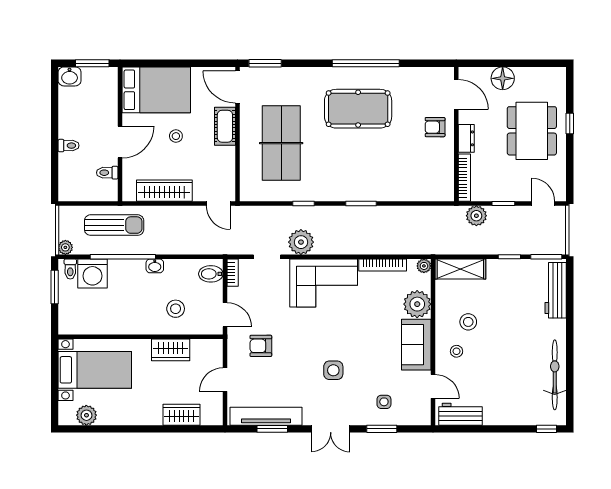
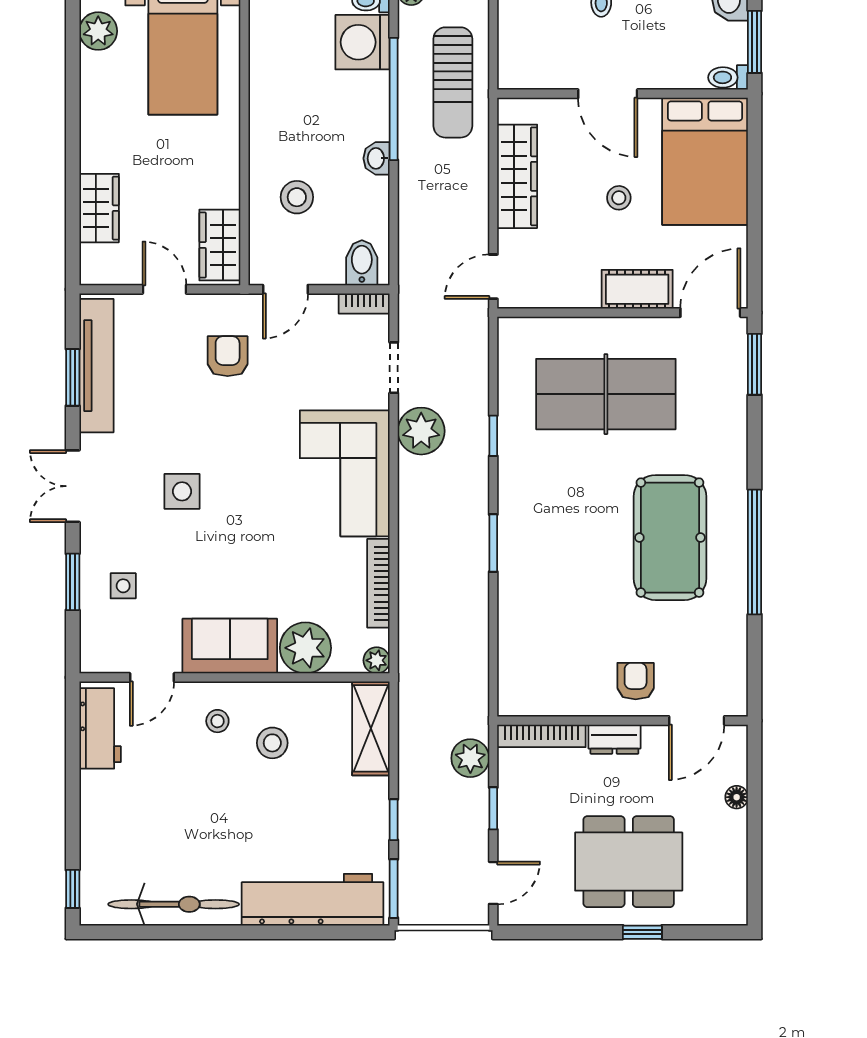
floor lamp: (503, 78) -> (737, 797), width x0.53, depth x0.53
toilet: (107, 173) -> (728, 77), moved, turned -90
workbench: (556, 290) -> (313, 900), width x1.36, depth x1.32
wardrobe: (171, 350) -> (220, 245), moved

